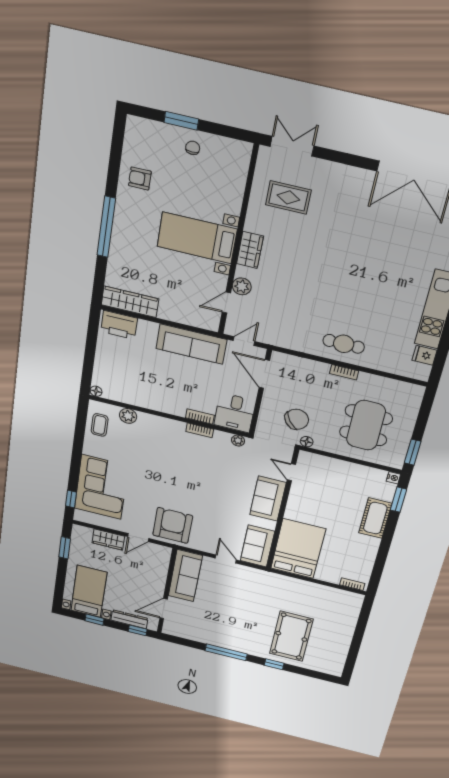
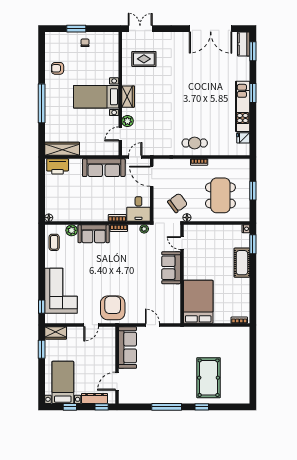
window: (413, 452) -> (253, 191), moved
wardrobe: (108, 540) -> (56, 333), moved
sofa: (257, 546) -> (94, 234), moved, turned -90

